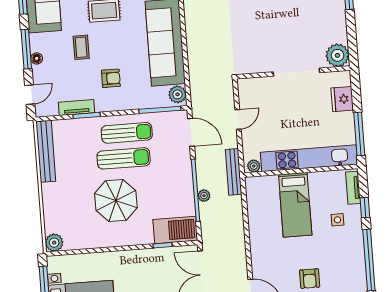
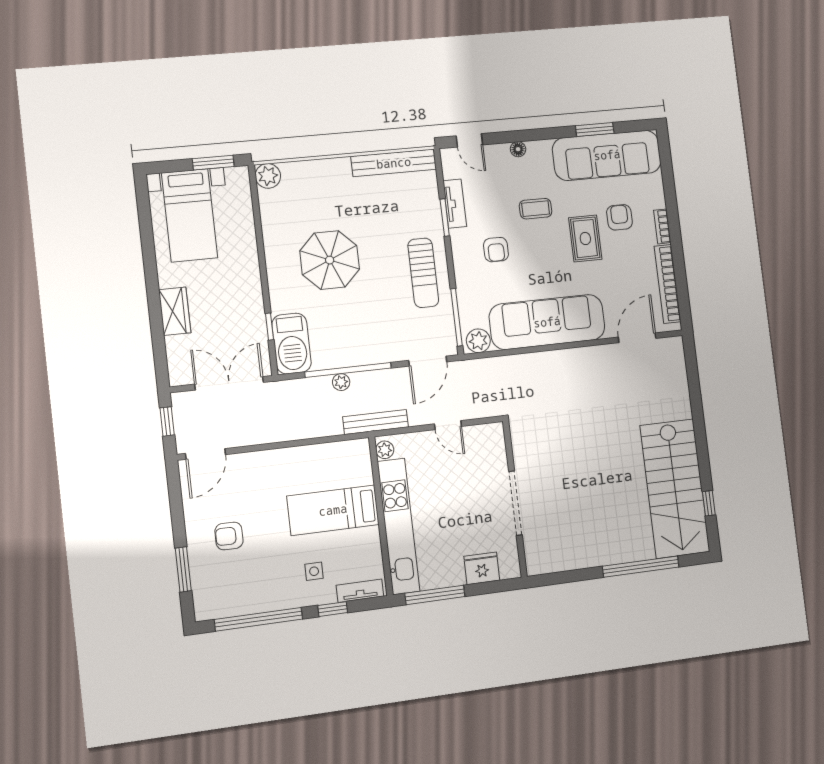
window: (26, 49) -> (530, 135), removed
plant: (337, 55) -> (541, 559), removed
sun lounger: (124, 158) -> (388, 269), removed

